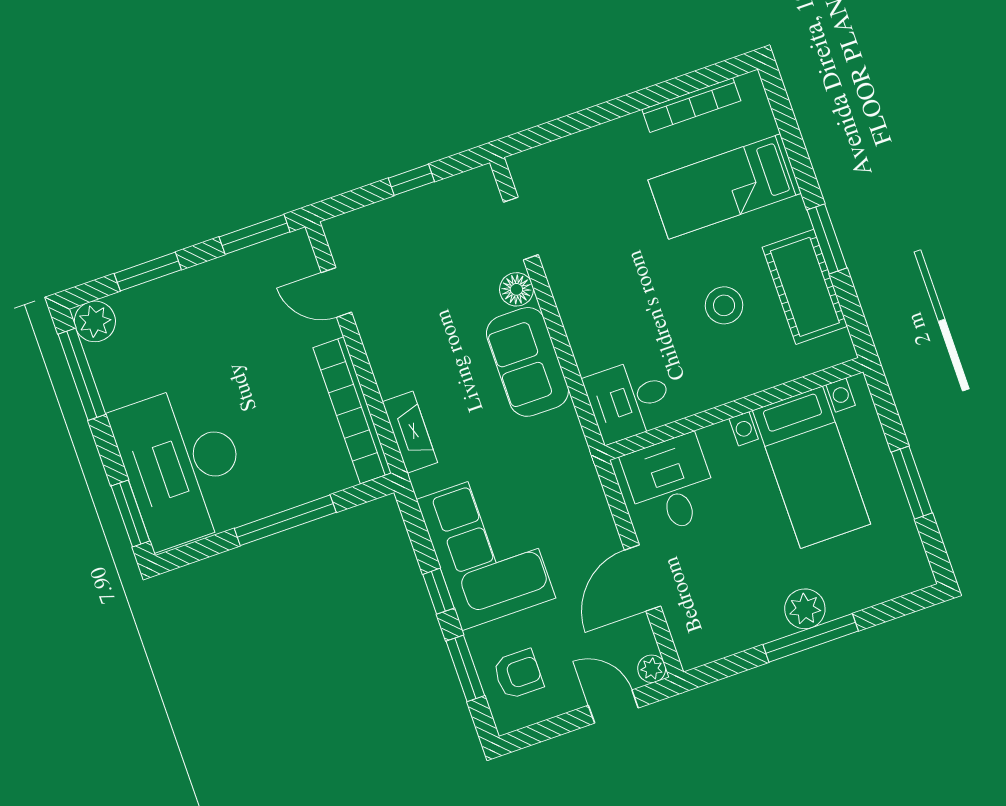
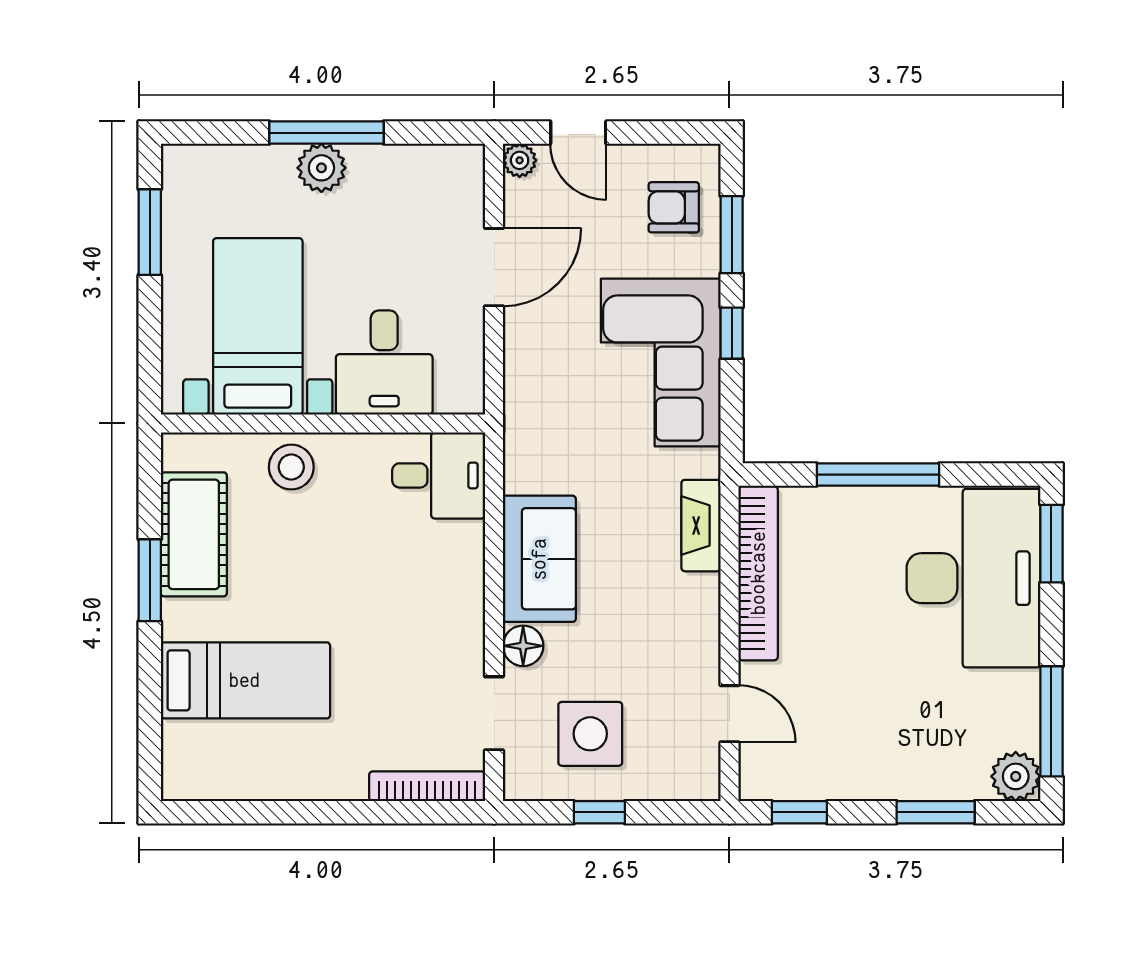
bookcase: (691, 105) -> (427, 786), moved
window: (255, 234) -> (799, 812), width x0.67
side table: (440, 239) -> (590, 734), added
stool: (724, 305) -> (291, 467), moved
window: (912, 483) -> (150, 232), moved
desk: (671, 485) -> (384, 363), moved

